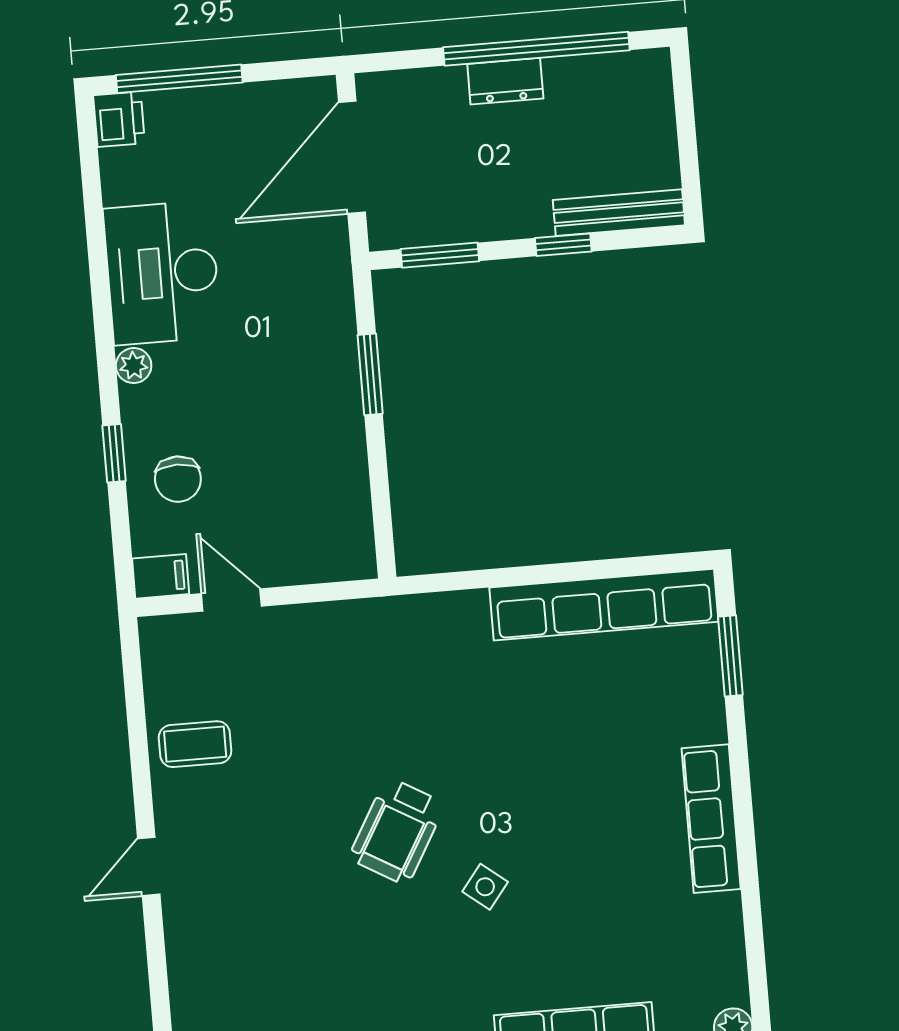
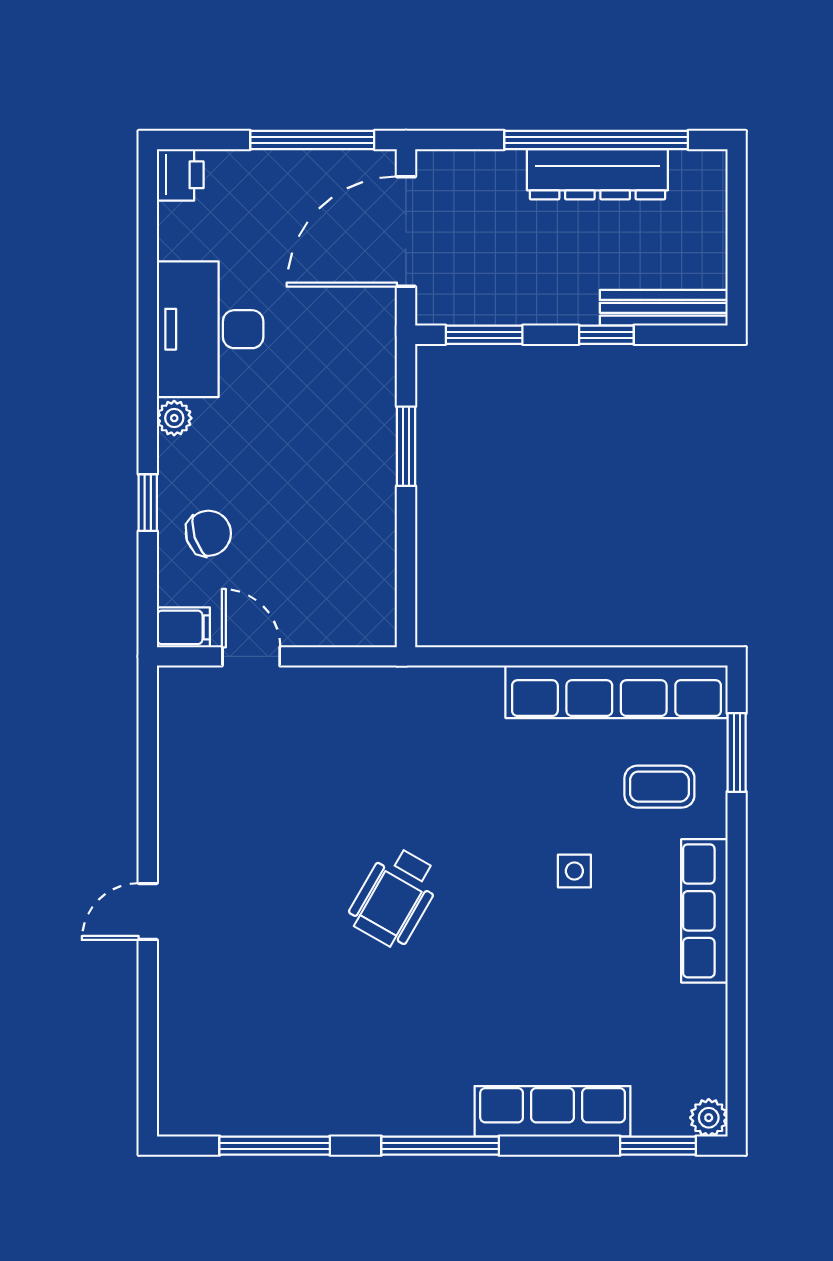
window: (179, 79) -> (312, 140), moved
dresser: (505, 81) -> (597, 174), width x1.96, depth x1.24
chair: (178, 479) -> (208, 533), turned -108
coffee table: (195, 744) -> (659, 787), moved
side table: (485, 887) -> (574, 871), moved, turned -38

